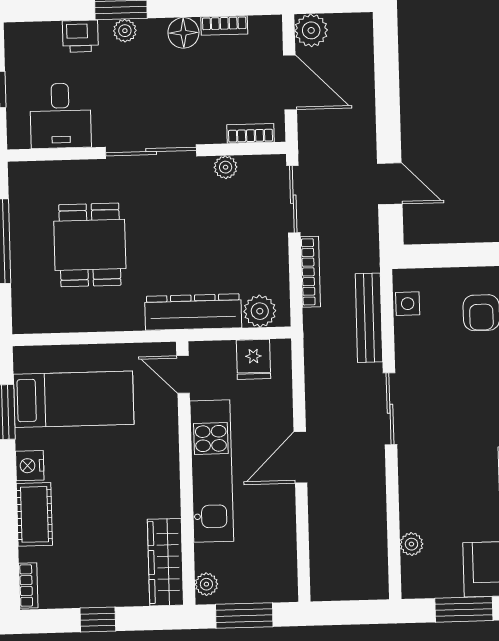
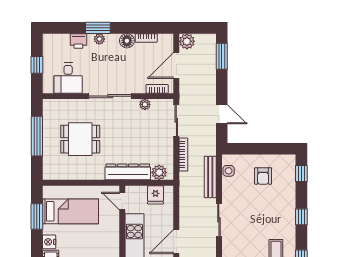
window: (386, 60) -> (222, 56), added
door: (290, 82) -> (176, 65), swing flipped
dining table: (90, 245) -> (80, 139), turned 90

